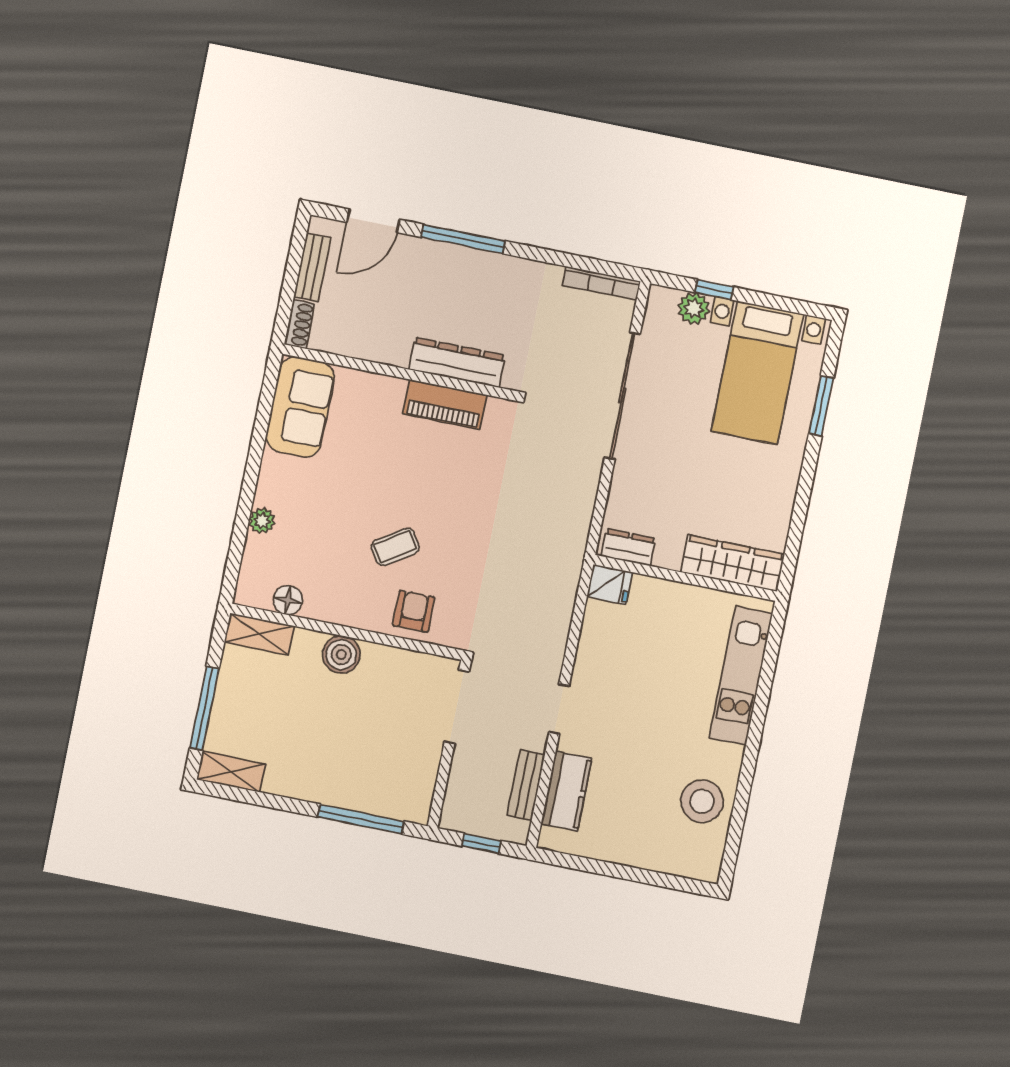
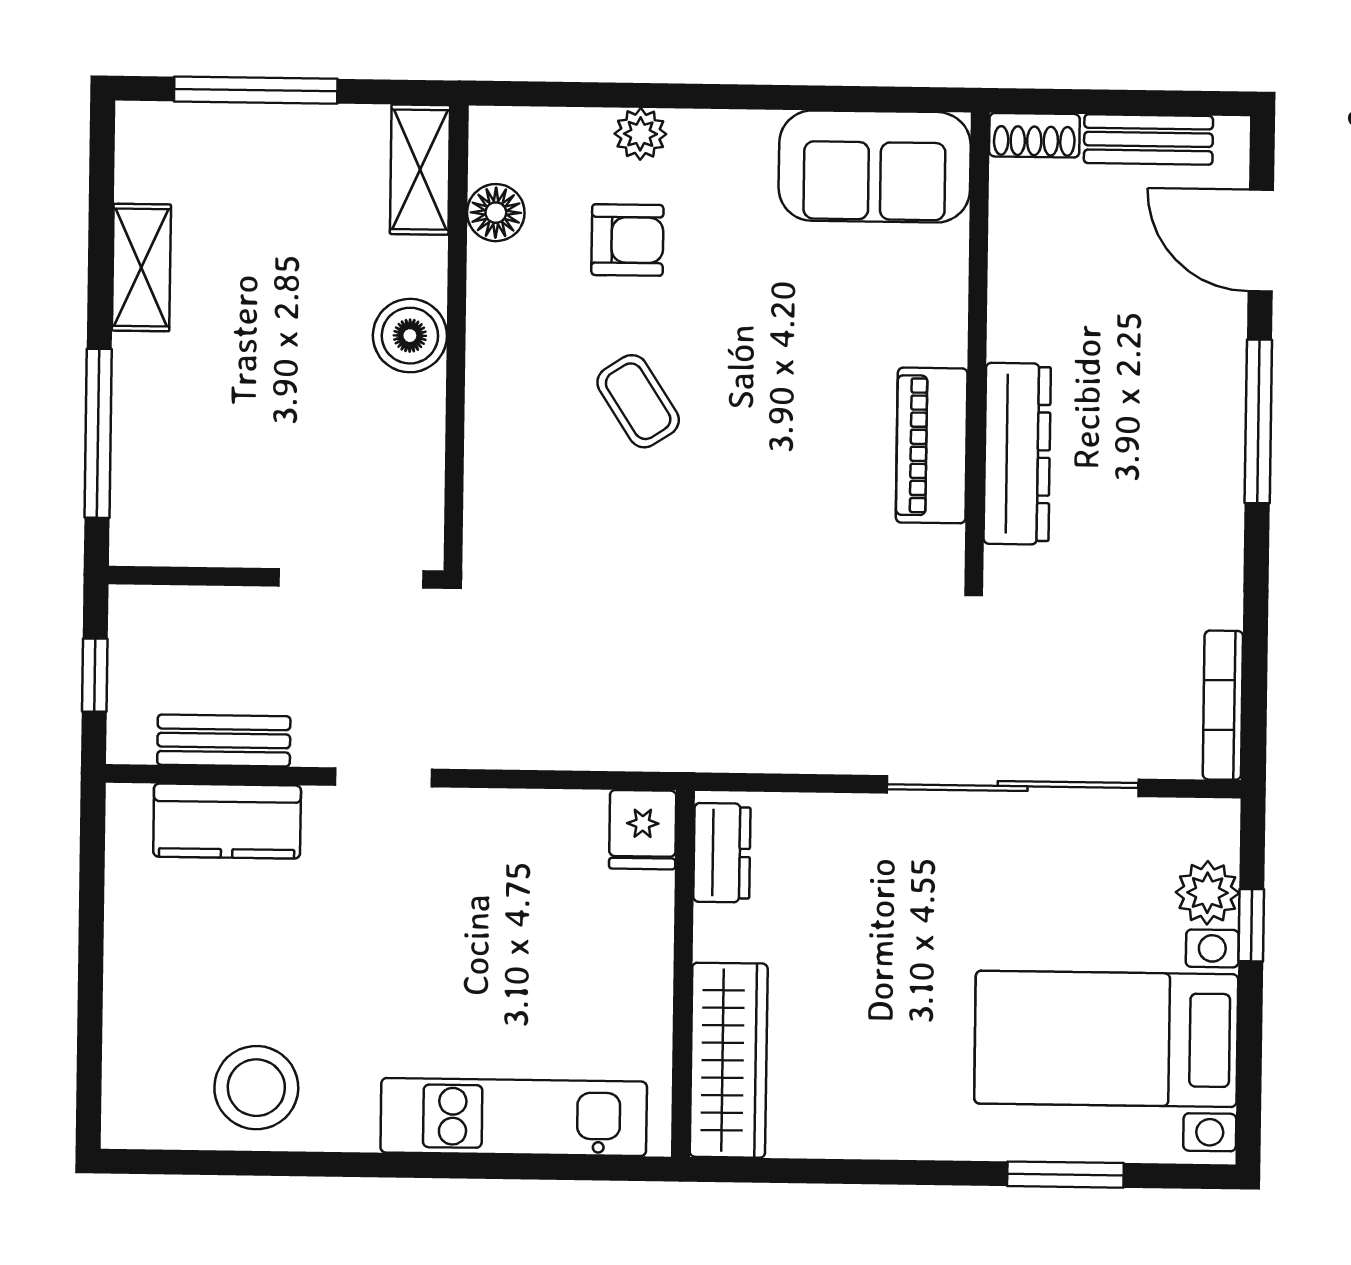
armchair: (414, 611) -> (627, 240), moved
shelving: (231, 772) -> (141, 268), moved

